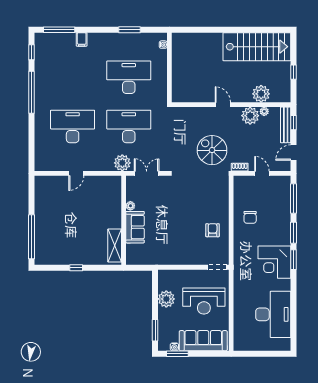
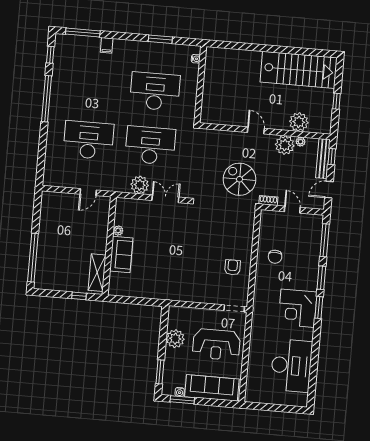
plant: (130, 206) -> (118, 231), moved
wall: (124, 220) -> (109, 246), moved
sofa: (135, 227) -> (121, 254), moved
shelving: (115, 245) -> (97, 273), moved

